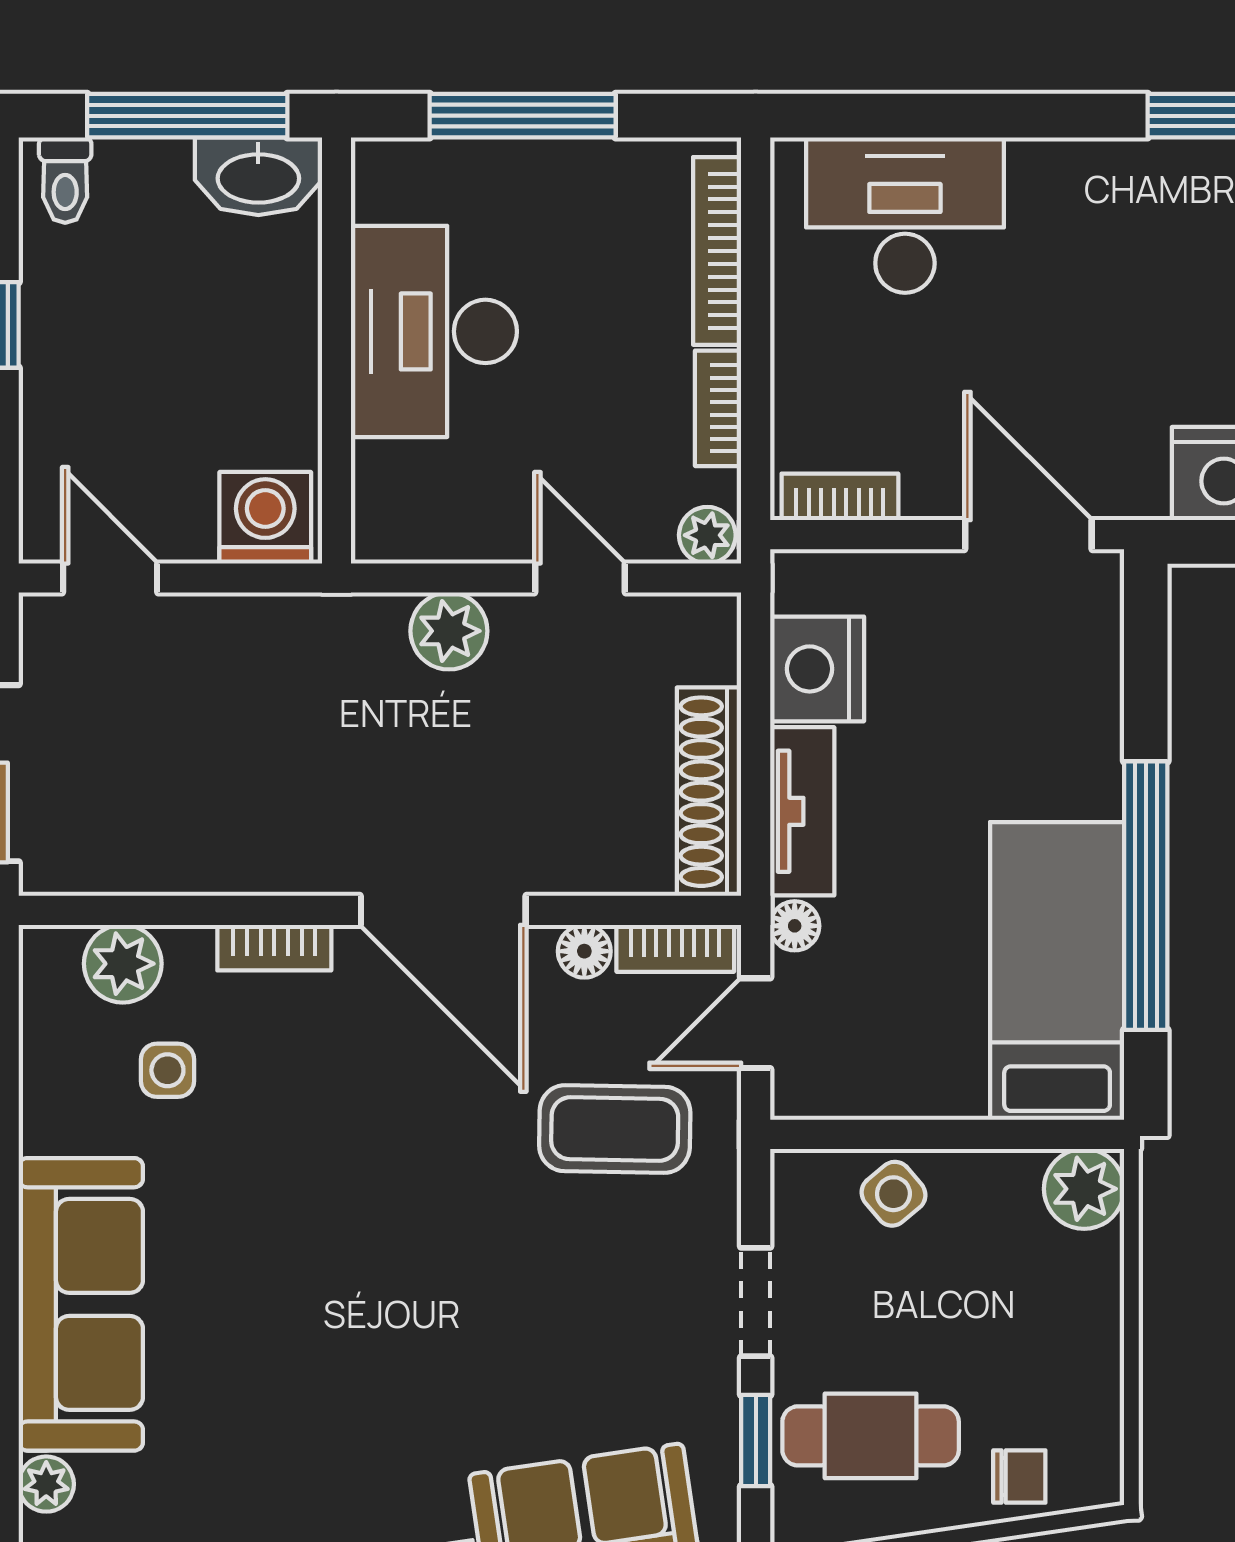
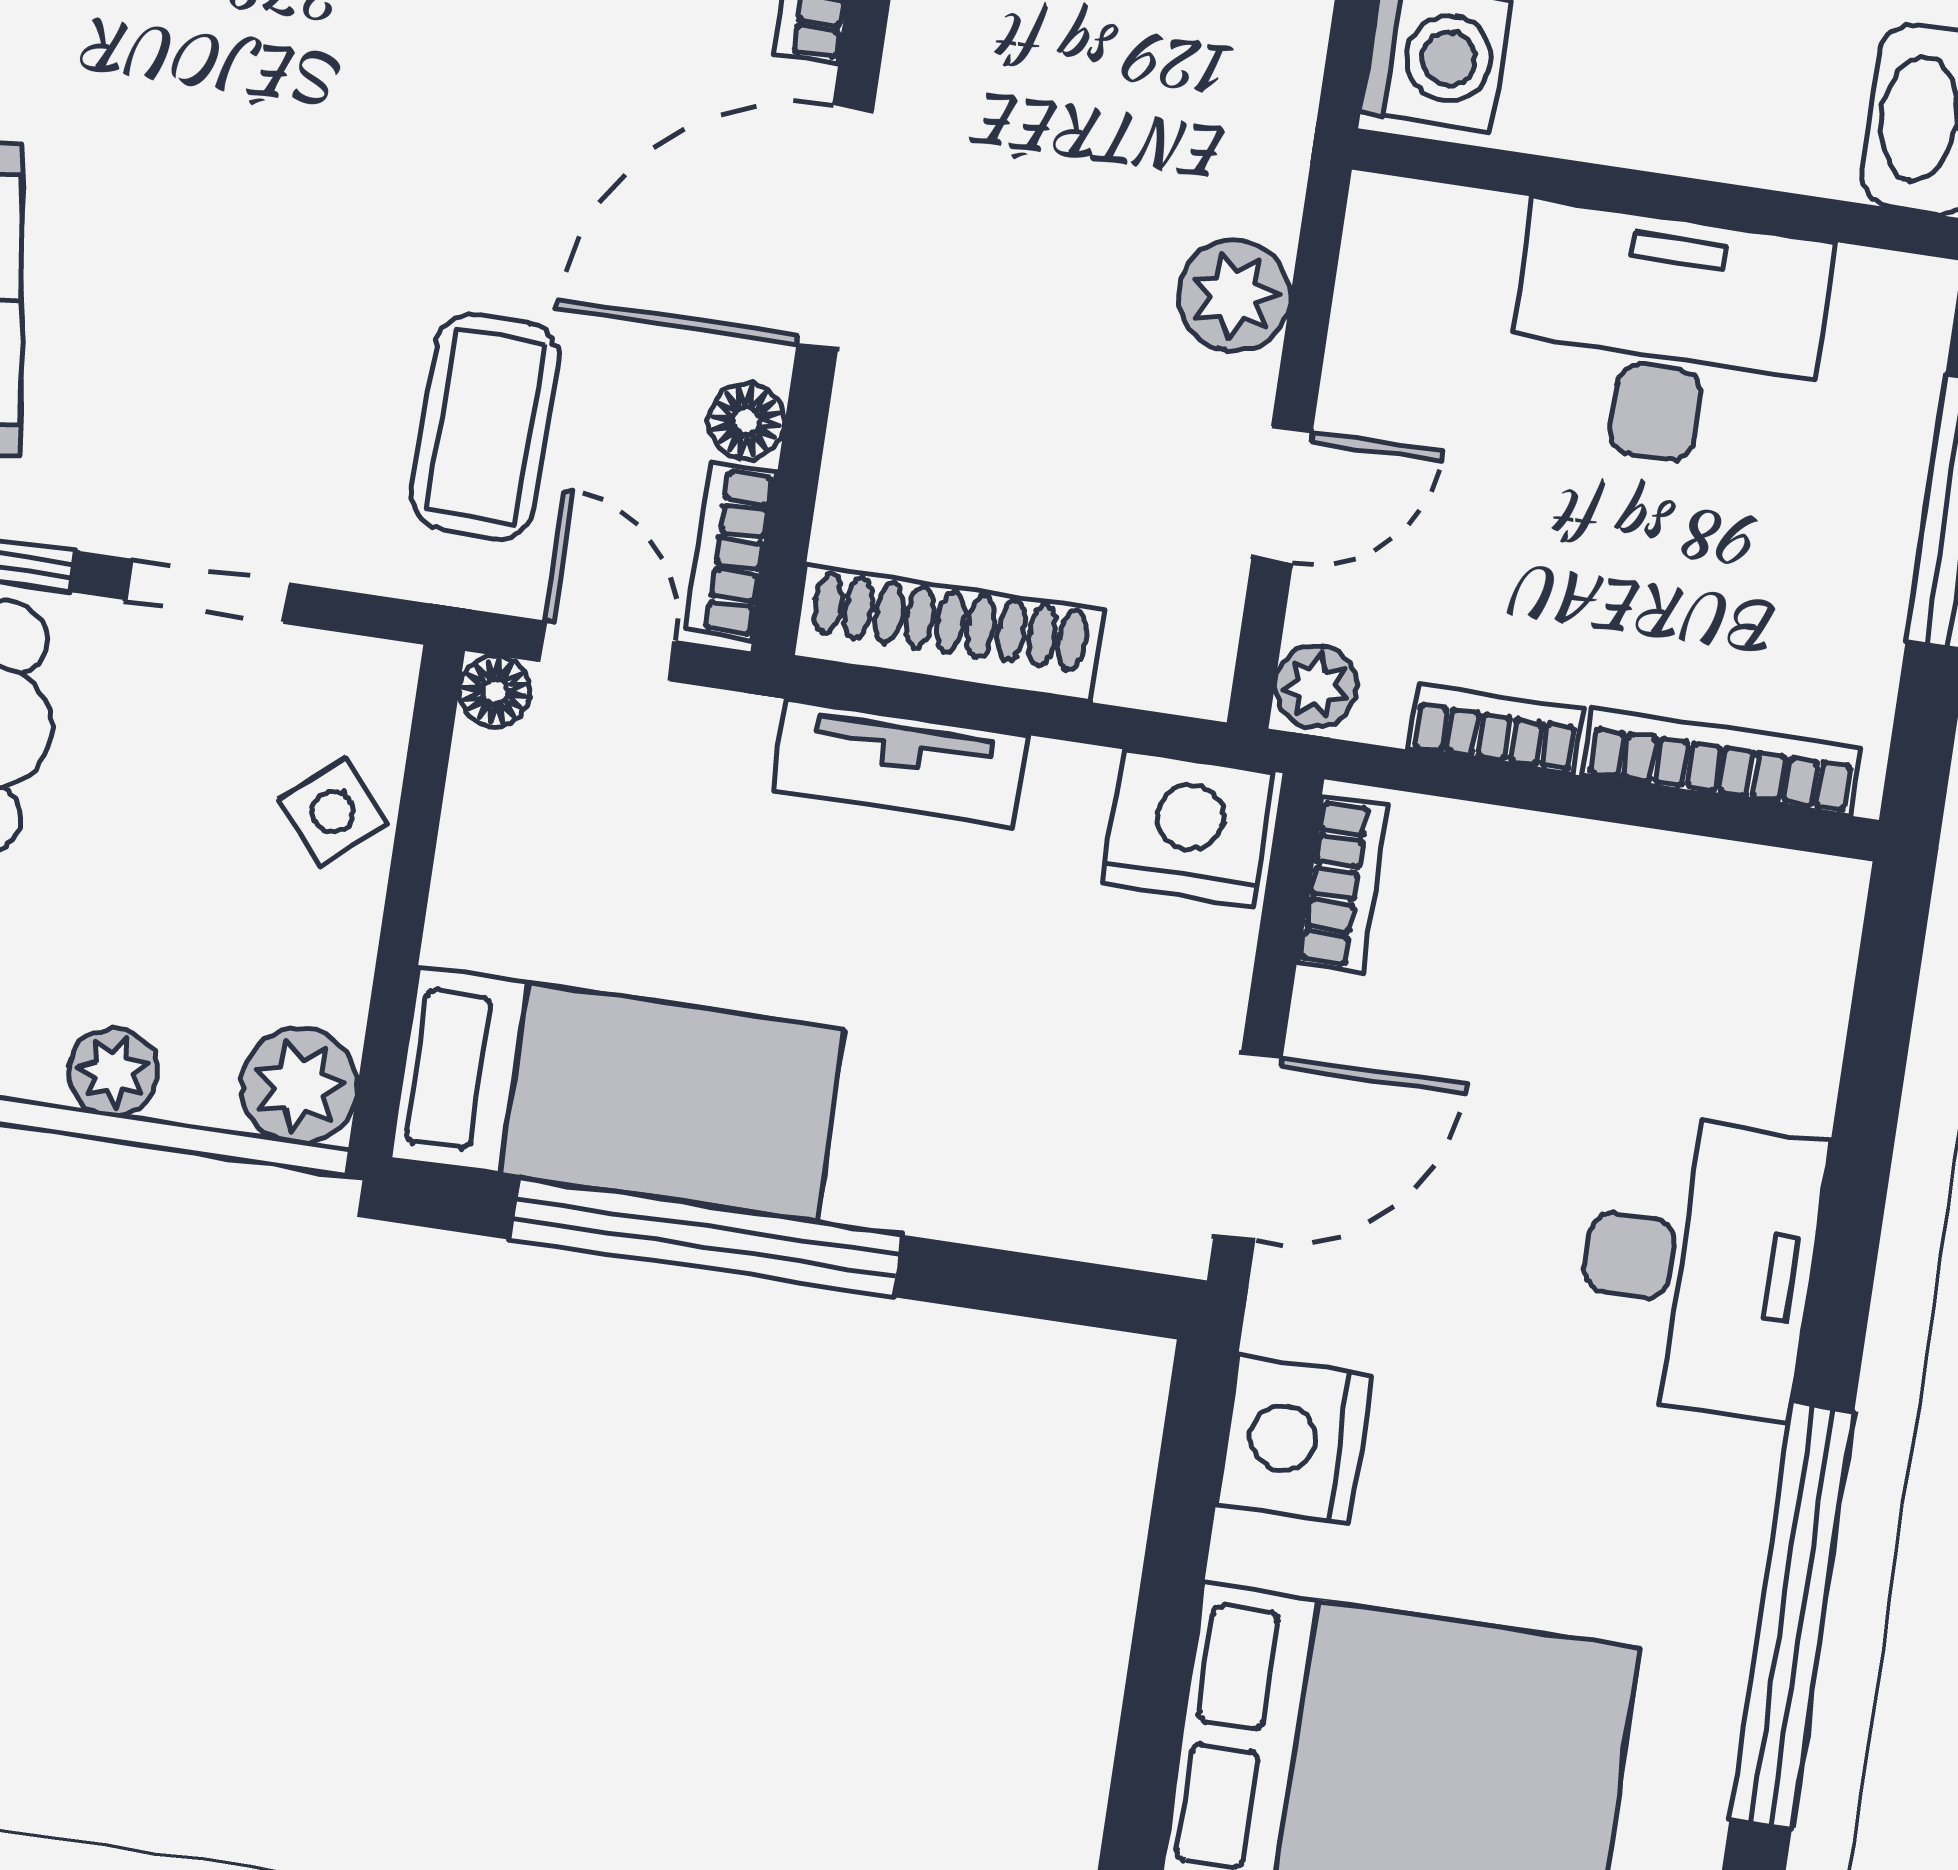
desk: (905, 215) -> (1699, 1266), moved
nightstand: (817, 669) -> (1189, 828), moved
floor lamp: (795, 926) -> (495, 691), moved
plant: (1094, 1317) -> (113, 1072), added

